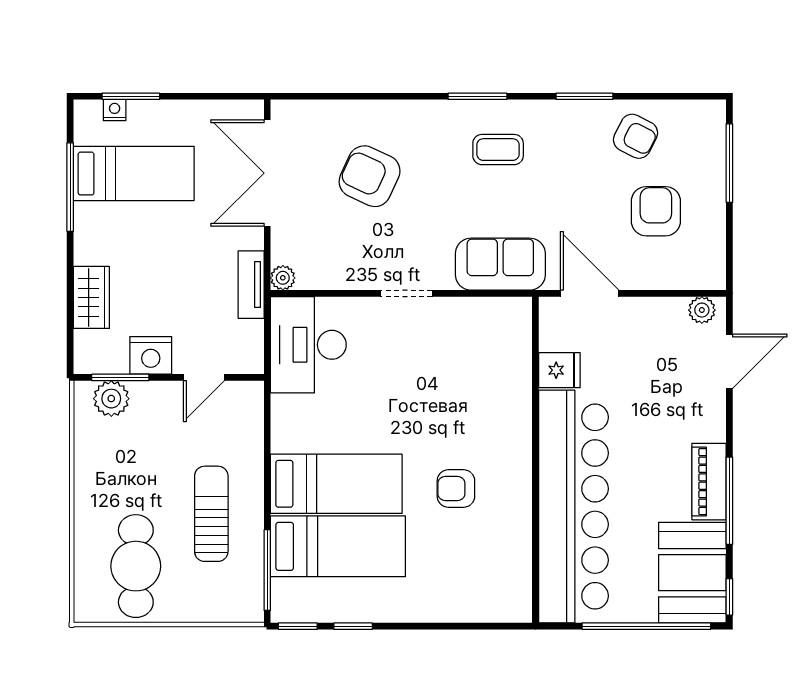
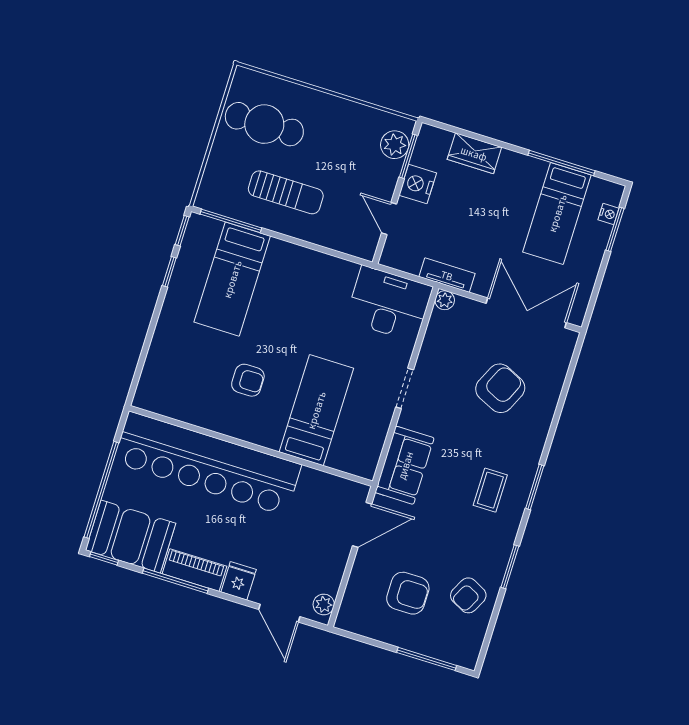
fridge: (559, 370) -> (239, 581), moved, turned 180
bed: (336, 484) -> (316, 410), moved, turned 180
armchair: (456, 489) -> (248, 380), turned 90

